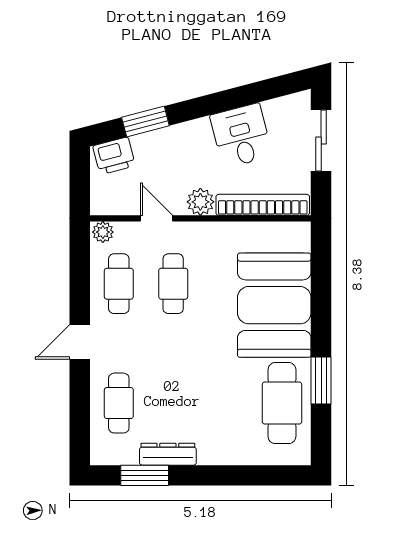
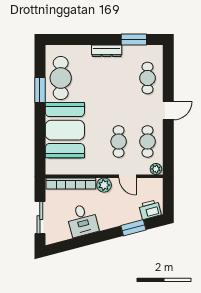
dresser: (168, 454) -> (107, 51), moved

